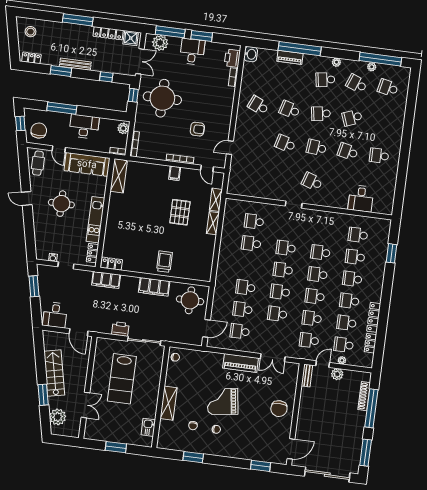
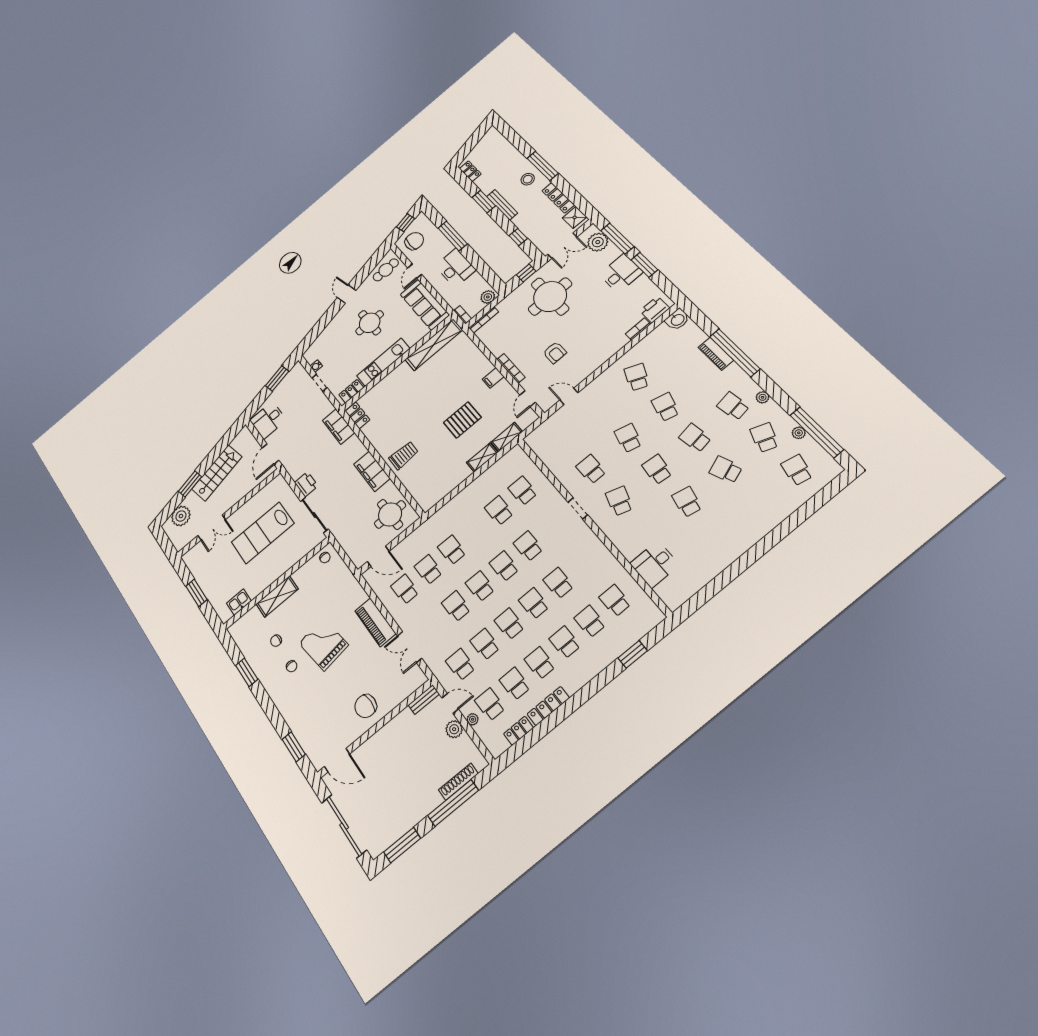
stool: (30, 32) -> (528, 179), moved
school desk: (379, 156) -> (591, 469), moved
shelving: (119, 176) -> (434, 345), width x1.47

